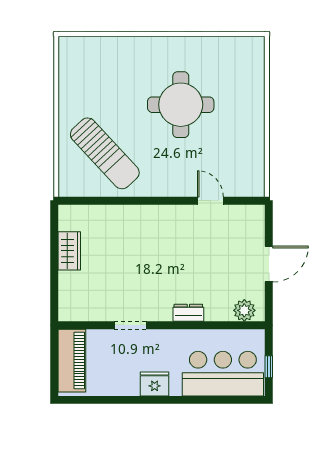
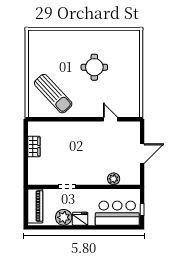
round table: (181, 105) -> (94, 67), width x0.73, depth x0.73
plant: (244, 310) -> (114, 179), moved
dresser: (188, 313) -> (98, 180), removed
plant: (124, 381) -> (64, 217), added

